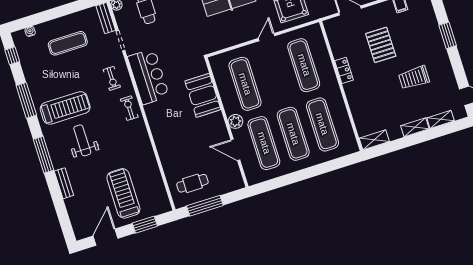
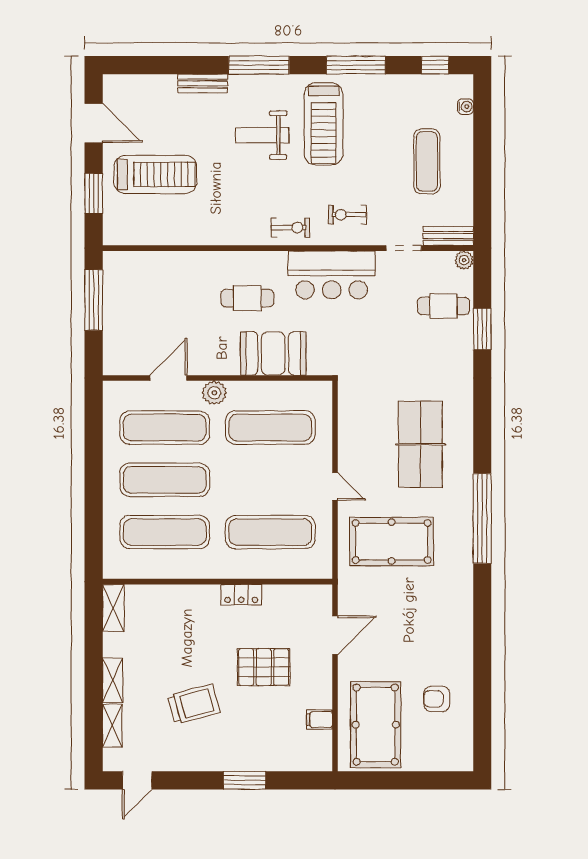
trolley: (414, 78) -> (194, 704), turned 75
weight bench: (82, 140) -> (262, 135), turned 180
cafe table: (192, 183) -> (247, 298), moved, turned 90

